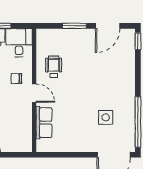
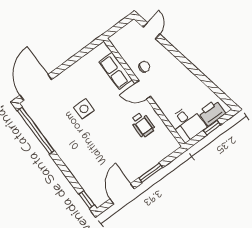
chair: (16, 79) -> (144, 67), moved
side table: (106, 117) -> (84, 109), moved

